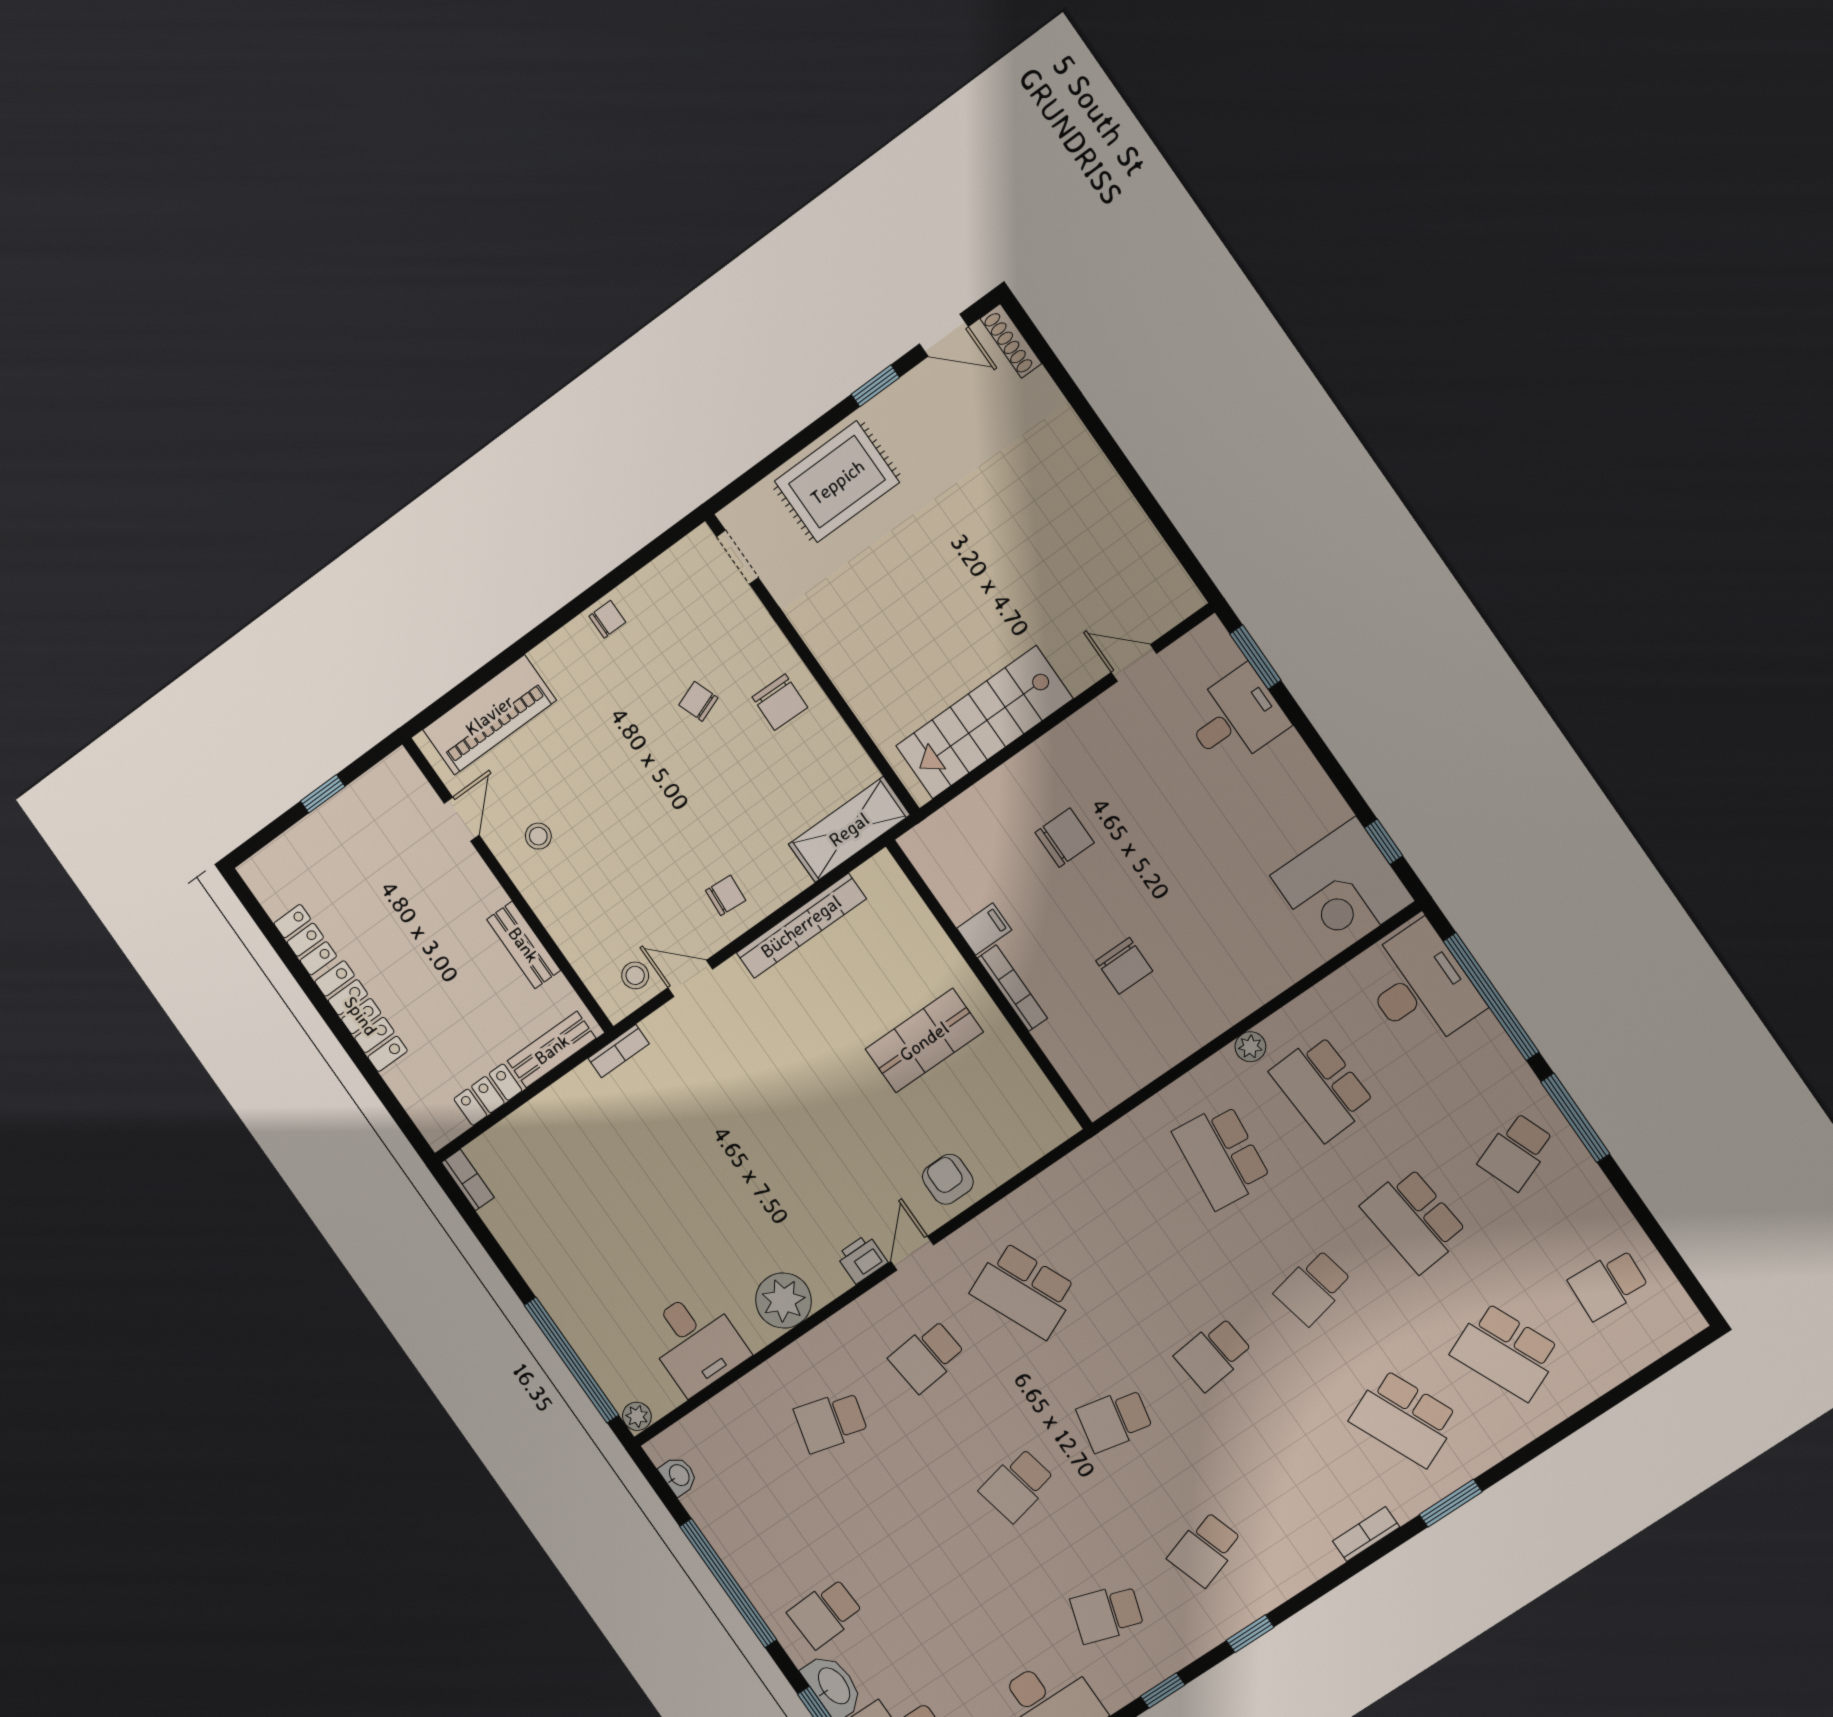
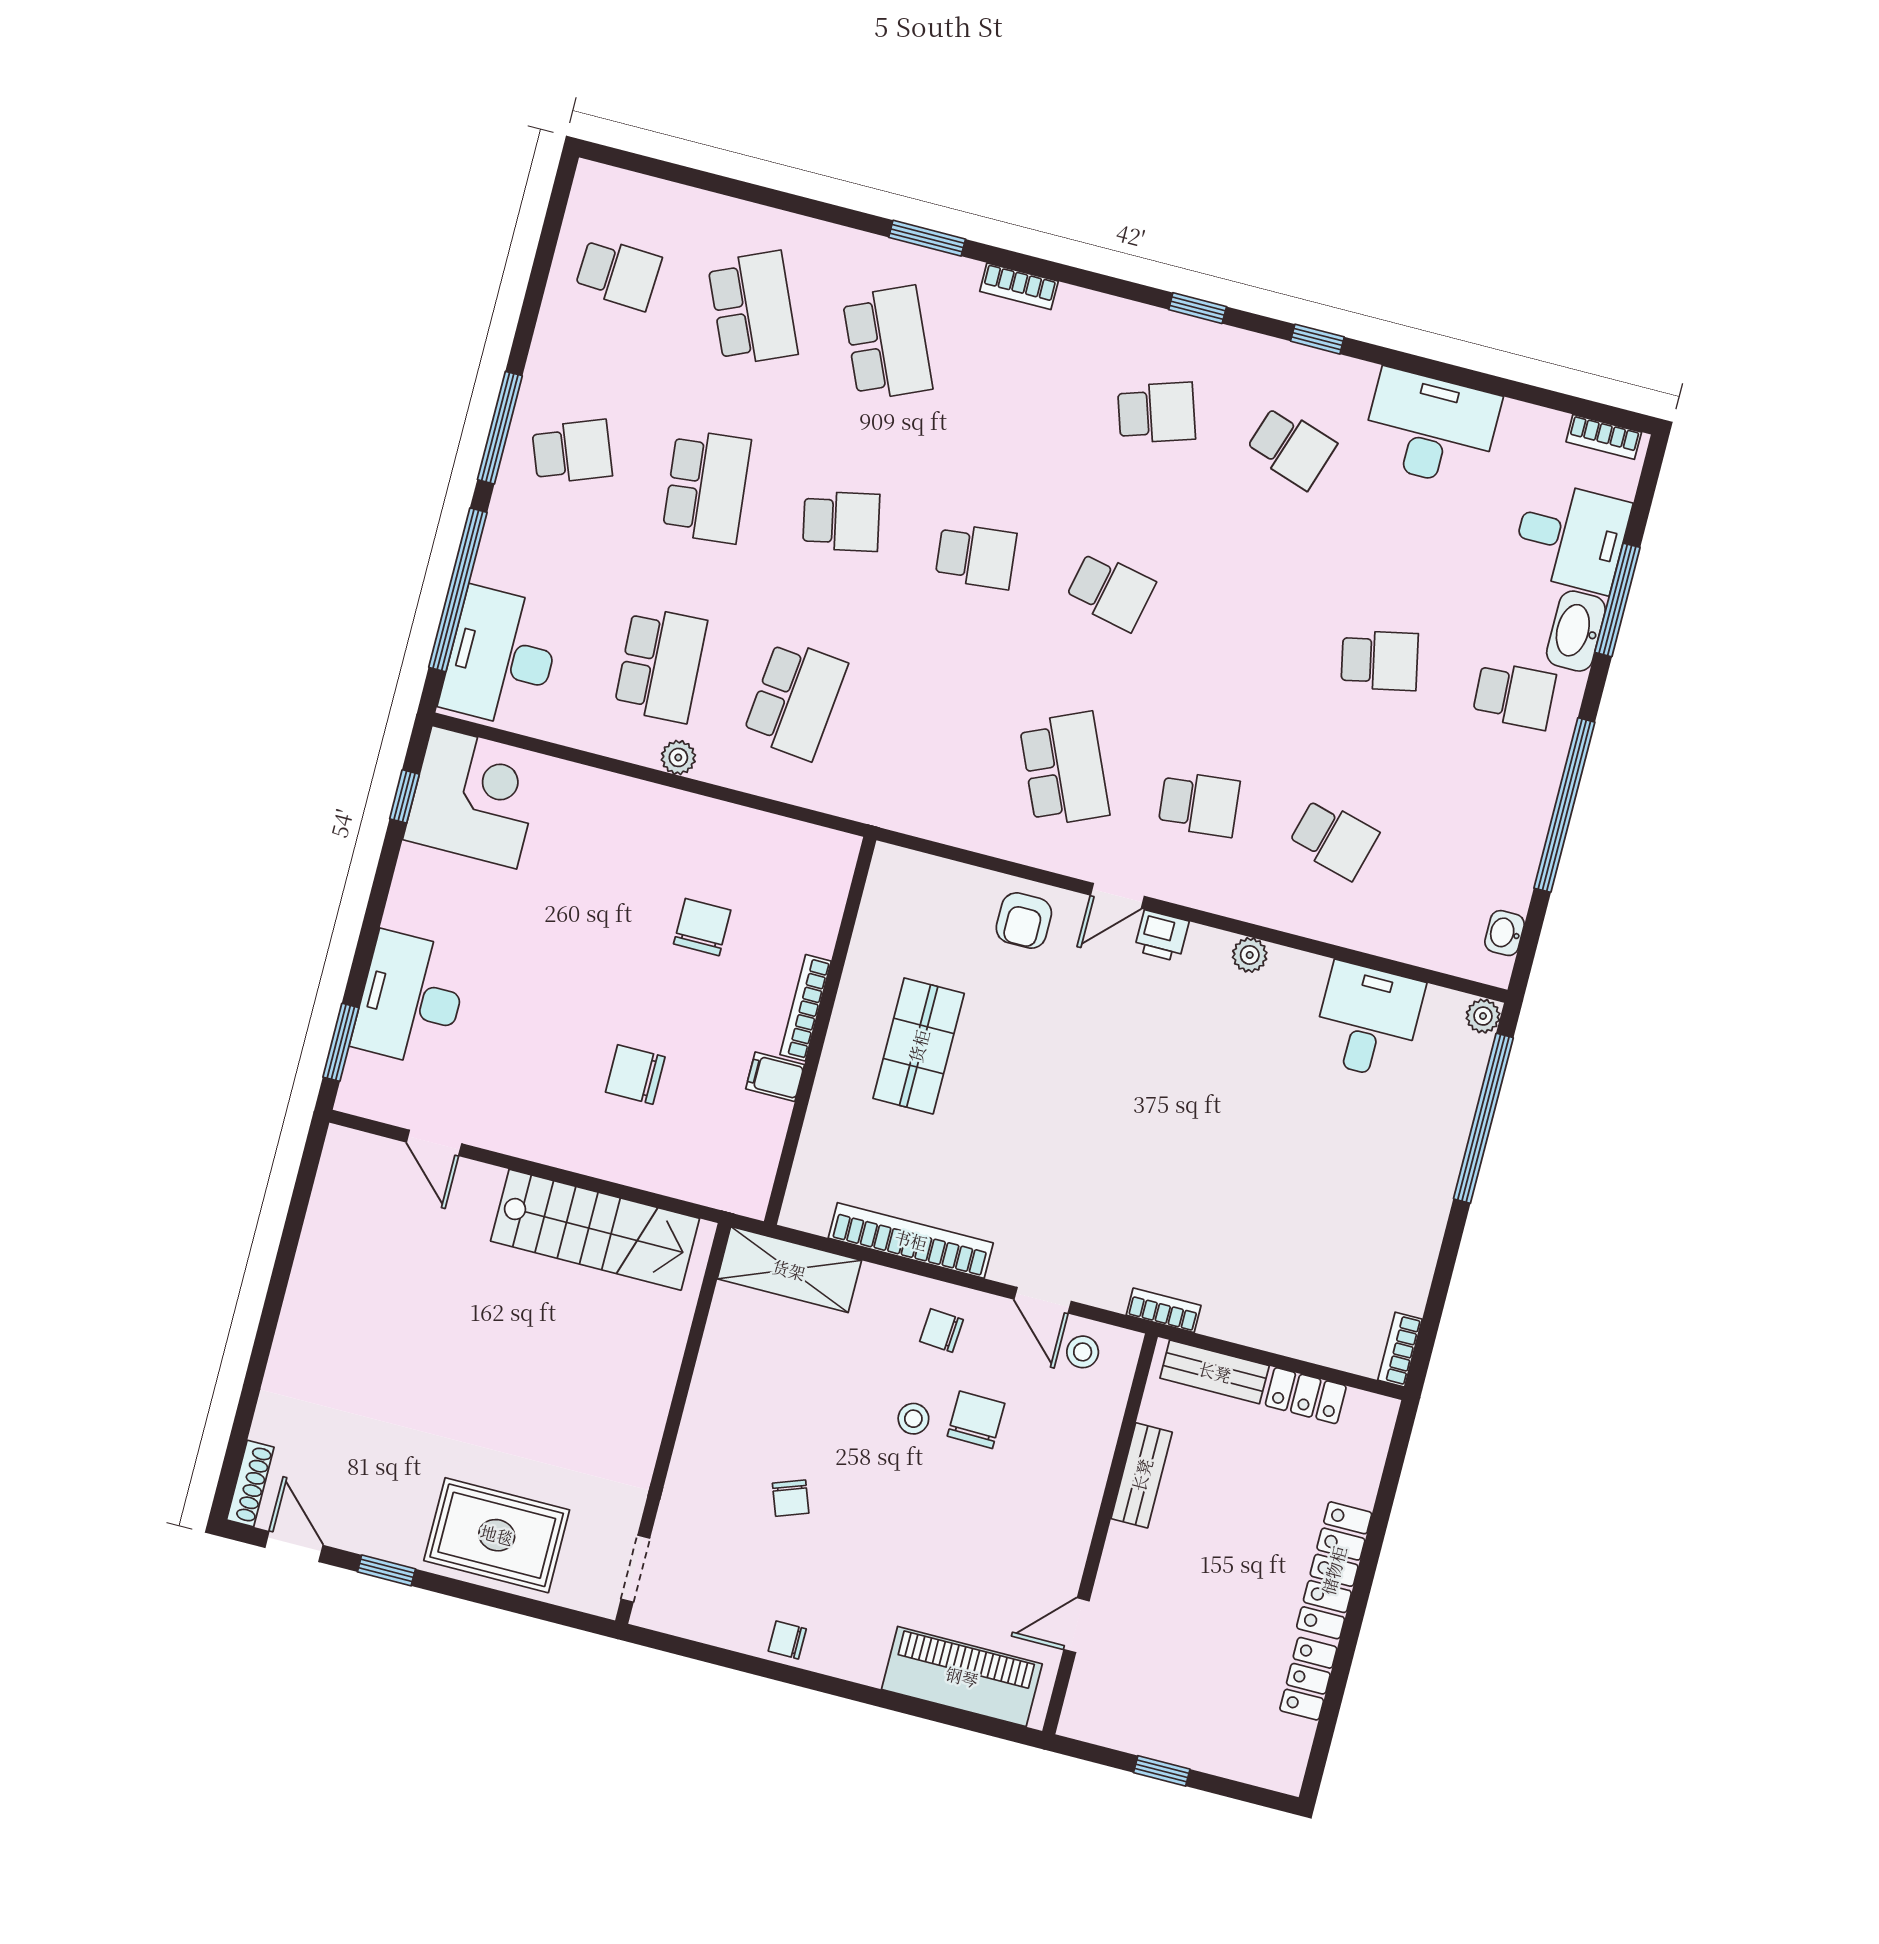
chair: (780, 702) -> (976, 1420), moved
desk: (1235, 718) -> (411, 999), width x1.37
stool: (538, 836) -> (913, 1419), moved
shop shelf: (924, 1041) -> (919, 1046), turned 90
plant: (783, 1301) -> (1250, 955), width x0.53, depth x0.53
school desk: (1017, 1485) -> (1380, 661), moved

